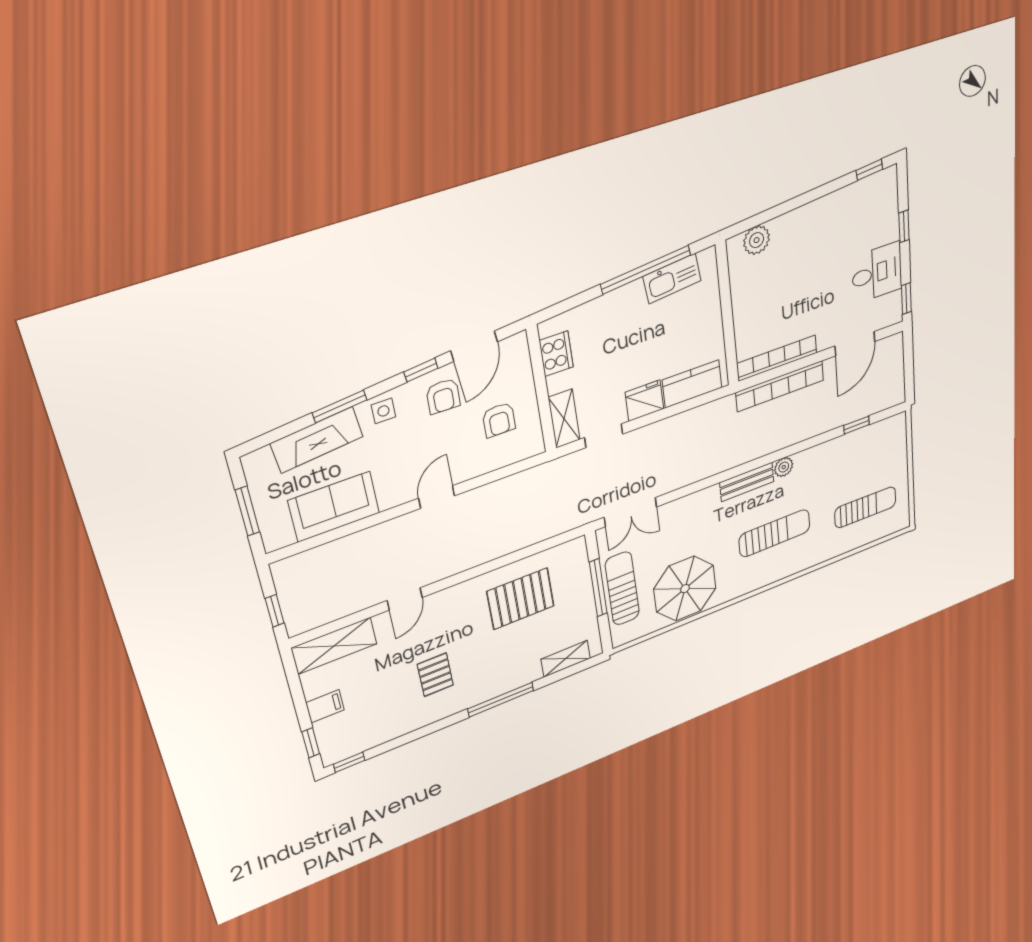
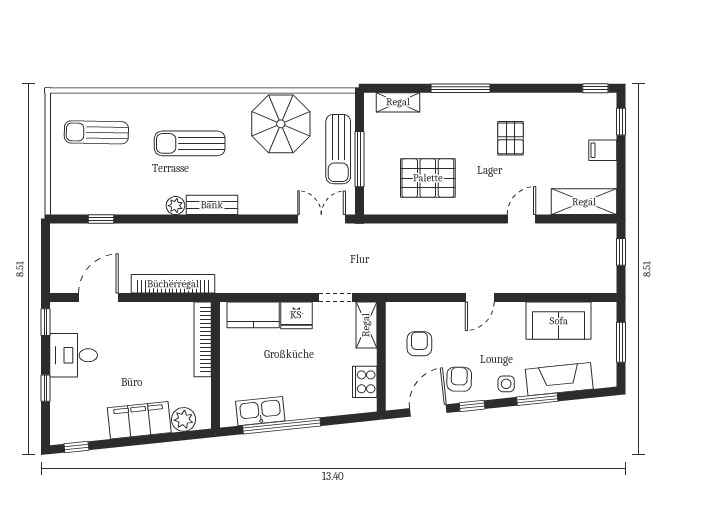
filing cabinet: (804, 223) -> (139, 420), added
bookcase: (777, 358) -> (203, 339), moved, turned 90

